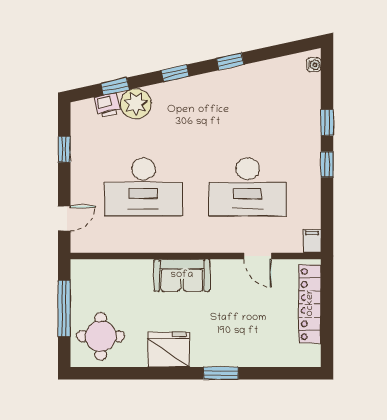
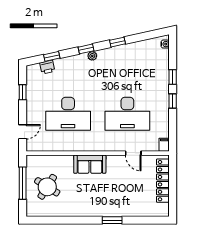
plant: (136, 104) -> (92, 56), moved, width x0.53, depth x0.53
round table: (101, 336) -> (47, 187), moved, turned 32
fridge: (169, 350) -> (82, 207), removed

